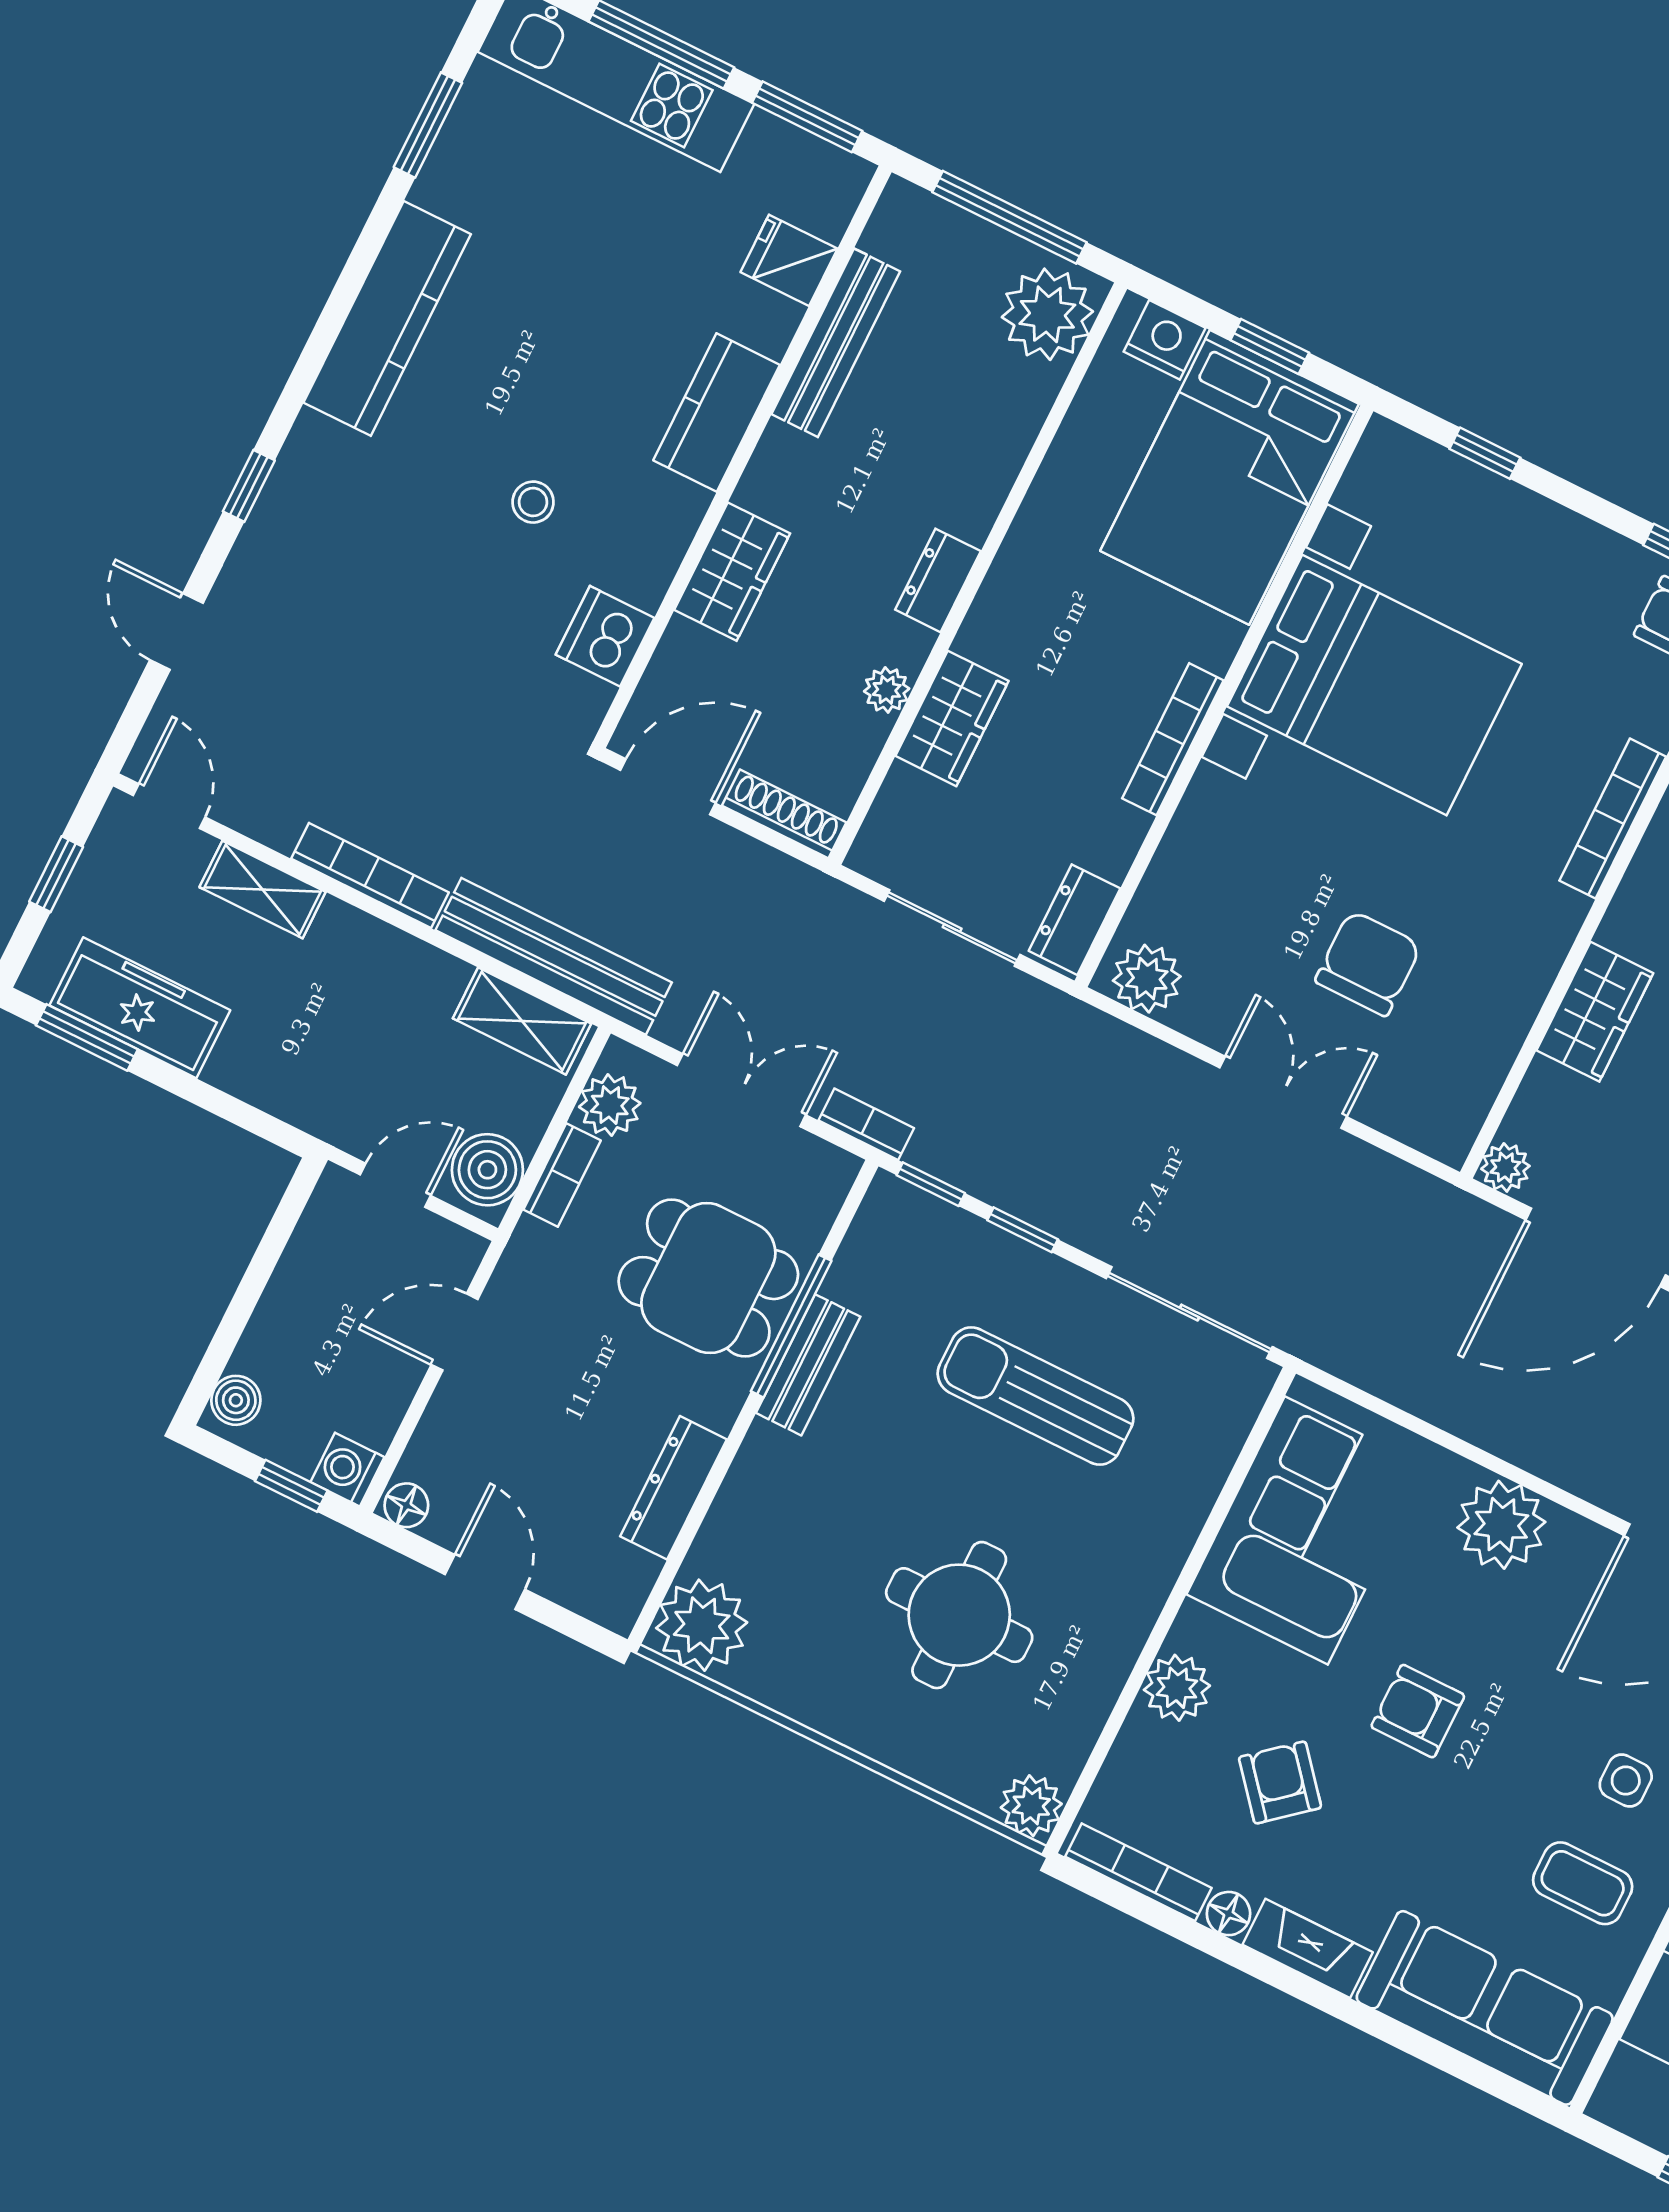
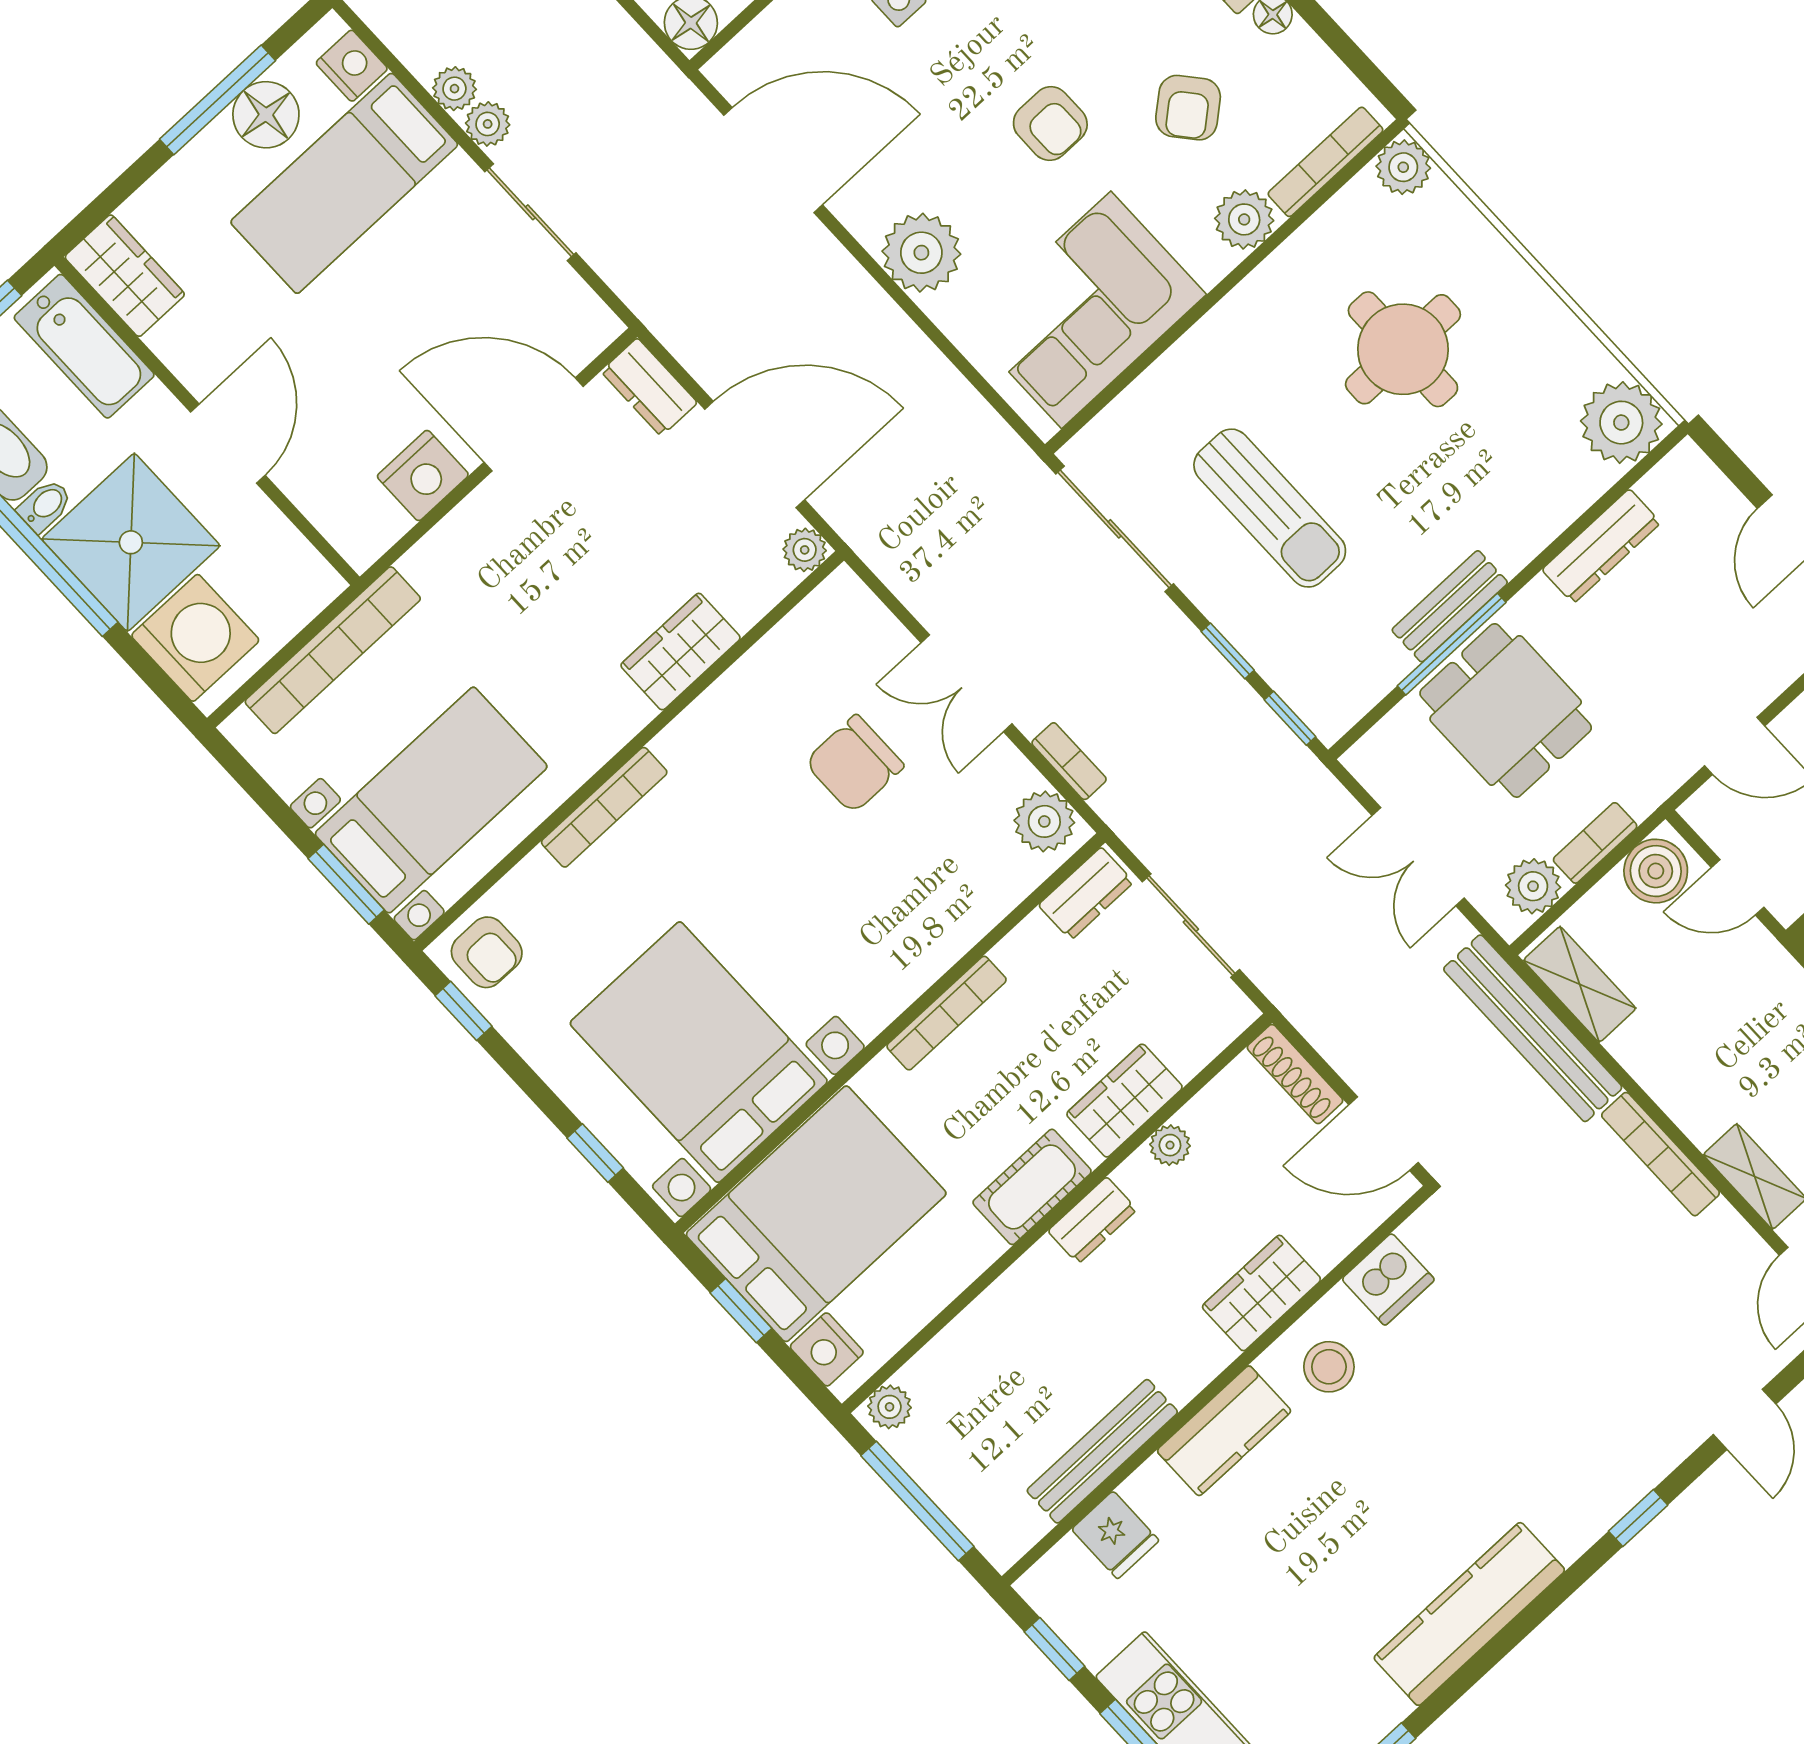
window: (807, 117) -> (1054, 1649), width x0.67
plant: (1047, 314) -> (890, 1407), width x0.53, depth x0.53
stool: (533, 502) -> (1329, 1367), moved, width x1.37, depth x1.37
cot: (1014, 591) -> (1032, 1187), added
bed with nightstands: (1374, 685) -> (699, 1052), moved
bookcase: (866, 1124) -> (1069, 761), moved, turned 180
bookcase: (1138, 1872) -> (1325, 162), moved, turned 90

